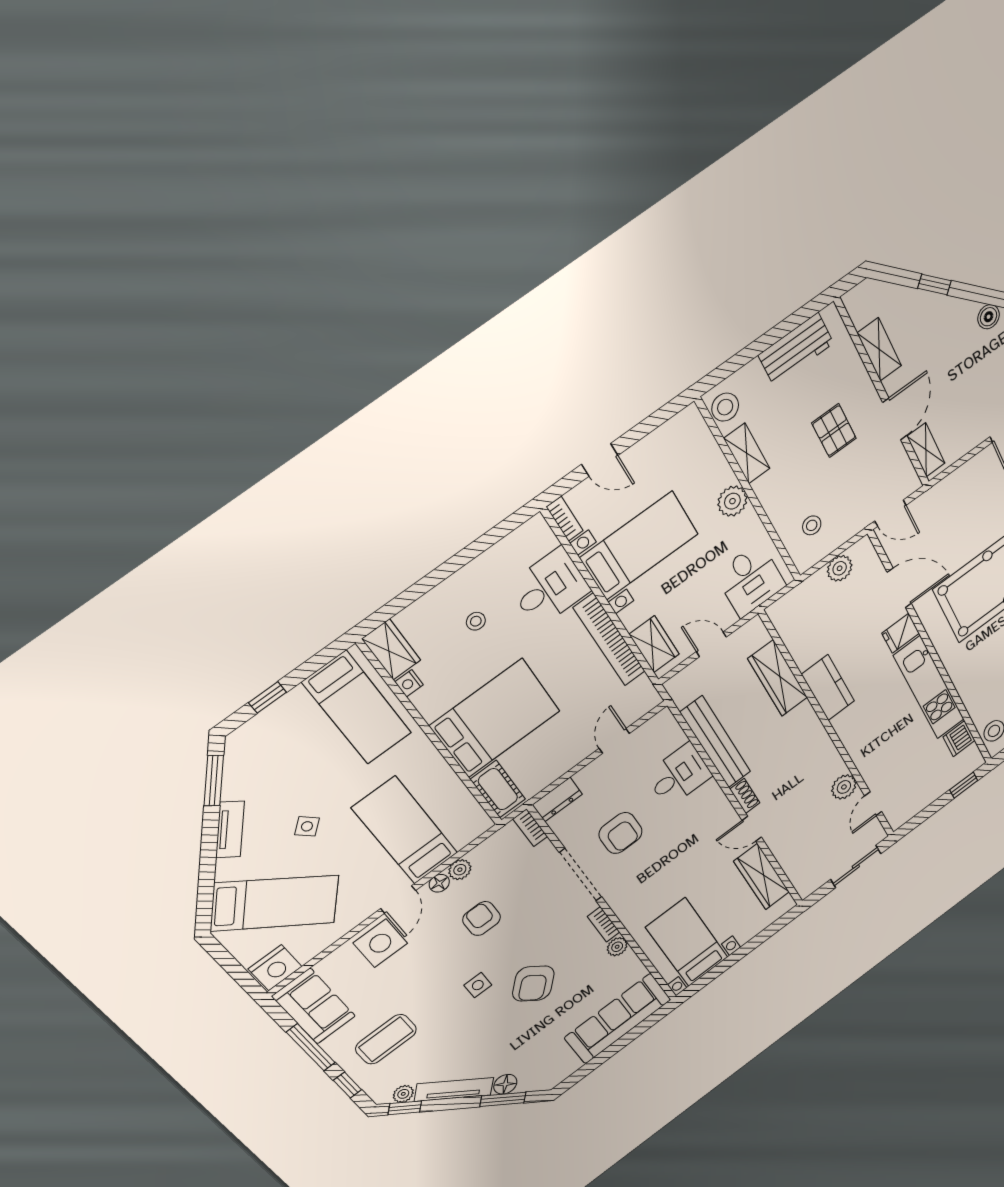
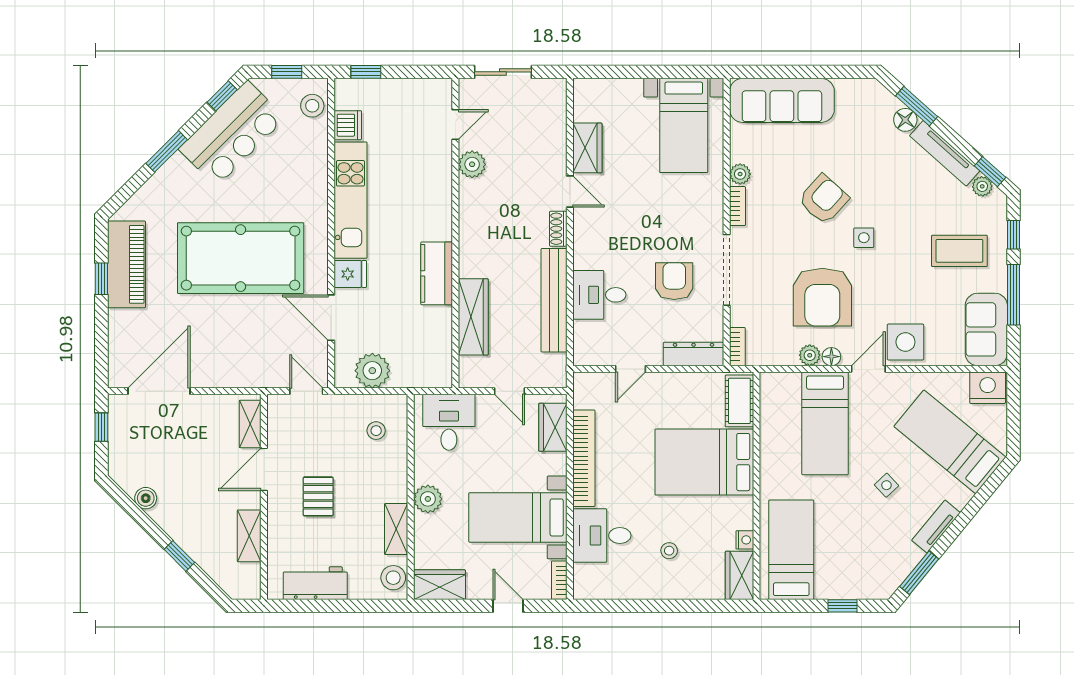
wardrobe: (677, 432) -> (439, 585), added
plant: (840, 568) -> (372, 371), width x1.36, depth x1.36
dresser: (557, 799) -> (694, 354), width x1.44
wardrobe: (762, 877) -> (587, 148), width x0.67
armchair: (482, 919) -> (822, 297), width x1.88, depth x1.88

